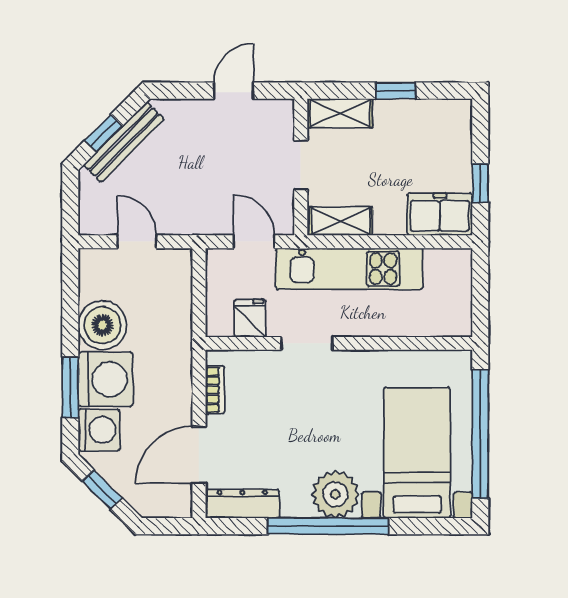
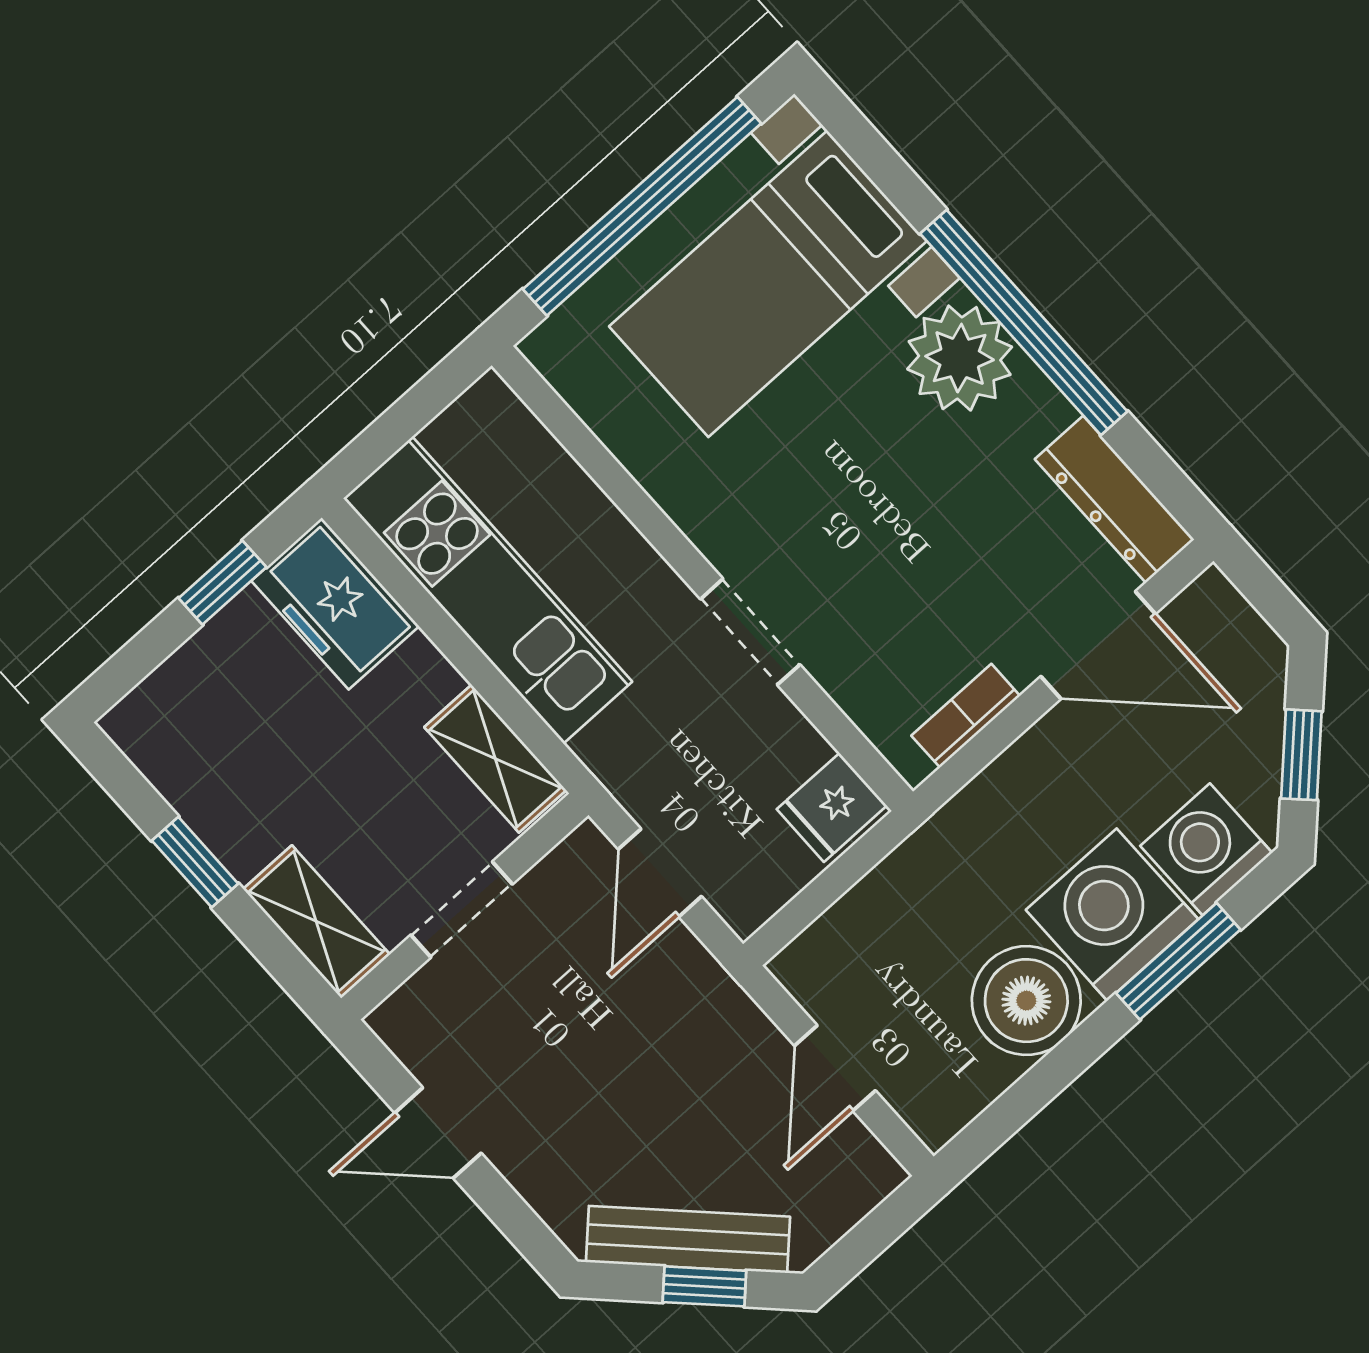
kitchen unit: (349, 269) -> (488, 590), moved
fridge: (250, 318) -> (832, 807), moved

